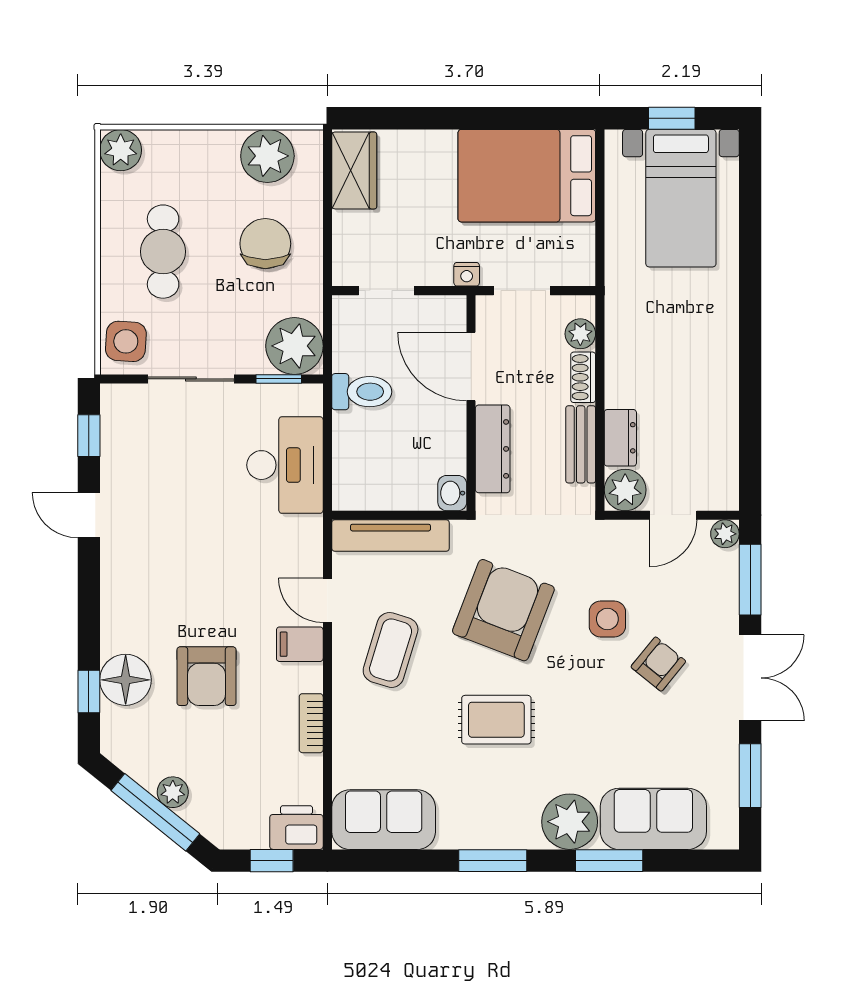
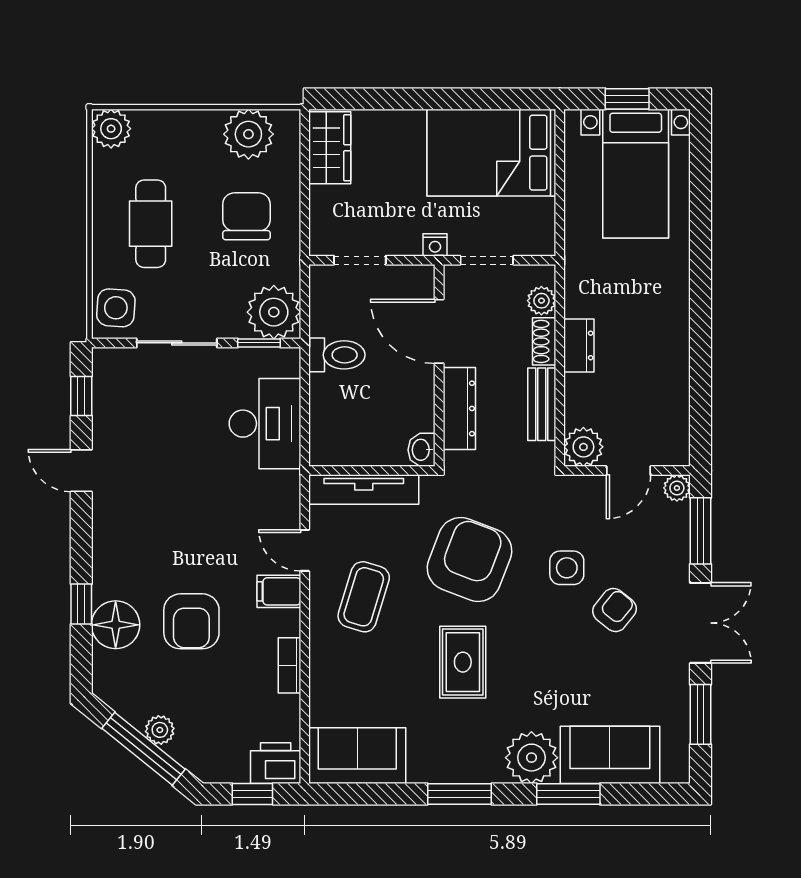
dresser: (620, 438) -> (579, 345), moved
window: (89, 692) -> (81, 604), moved
rug: (496, 720) -> (463, 662), turned 90

